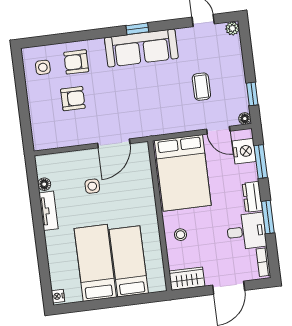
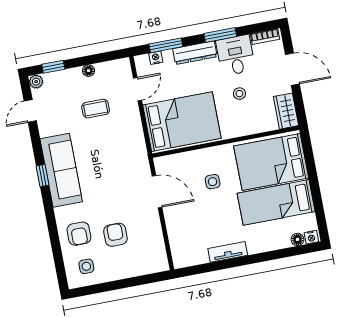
window: (252, 94) -> (53, 67), moved
floor lamp: (245, 119) -> (88, 71), moved
nightstand: (244, 151) -> (156, 58), width x0.53, depth x0.56
floor lamp: (44, 184) -> (298, 239), moved
side table: (92, 186) -> (213, 182), moved
dresser: (252, 197) -> (195, 53), width x1.44
stool: (181, 235) -> (239, 94), moved
bed: (129, 261) -> (271, 162), width x1.50

